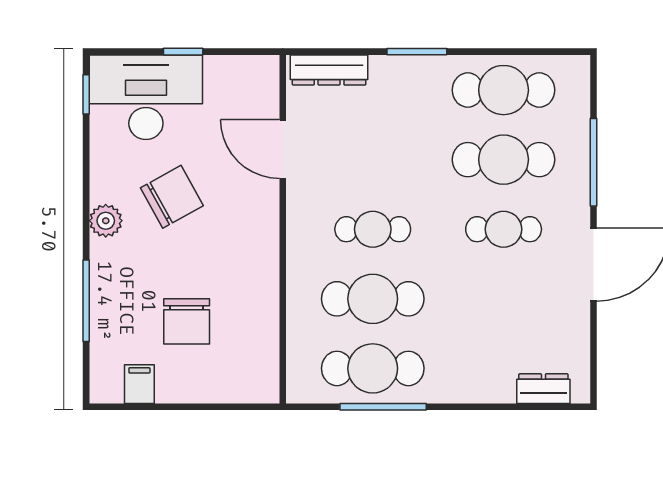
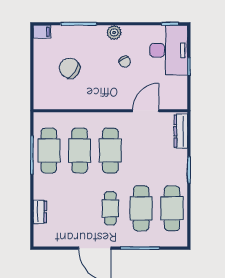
chair: (172, 197) -> (125, 62), width x0.54, depth x0.54
cafe table: (373, 229) -> (110, 150), width x1.37, depth x1.35
chair: (187, 321) -> (70, 68), turned 35
filing cabinet: (139, 384) -> (42, 32), moved
dresser: (543, 389) -> (40, 212), moved

